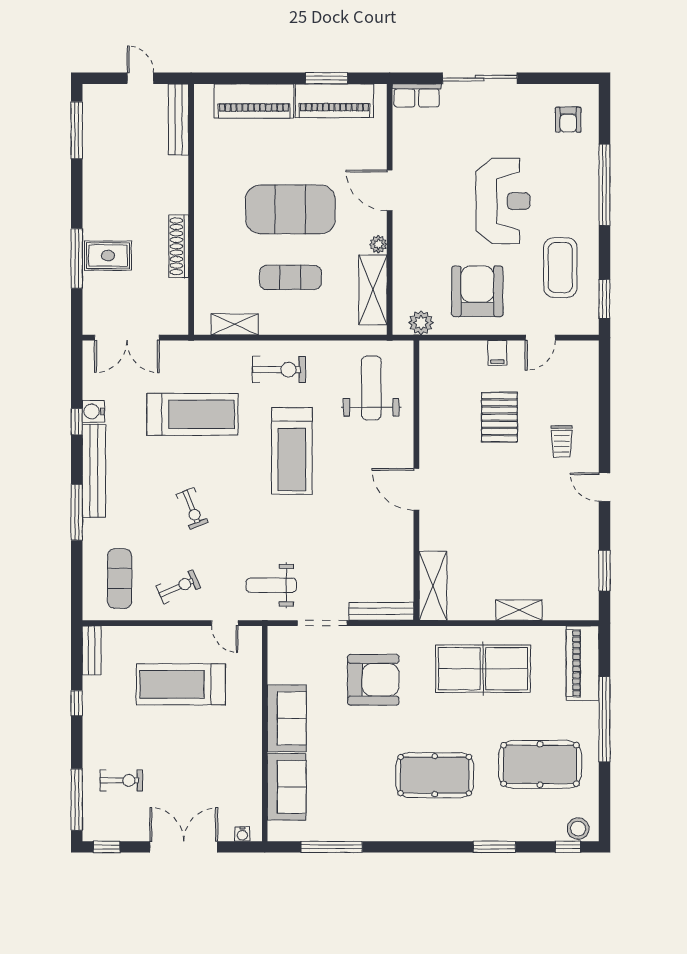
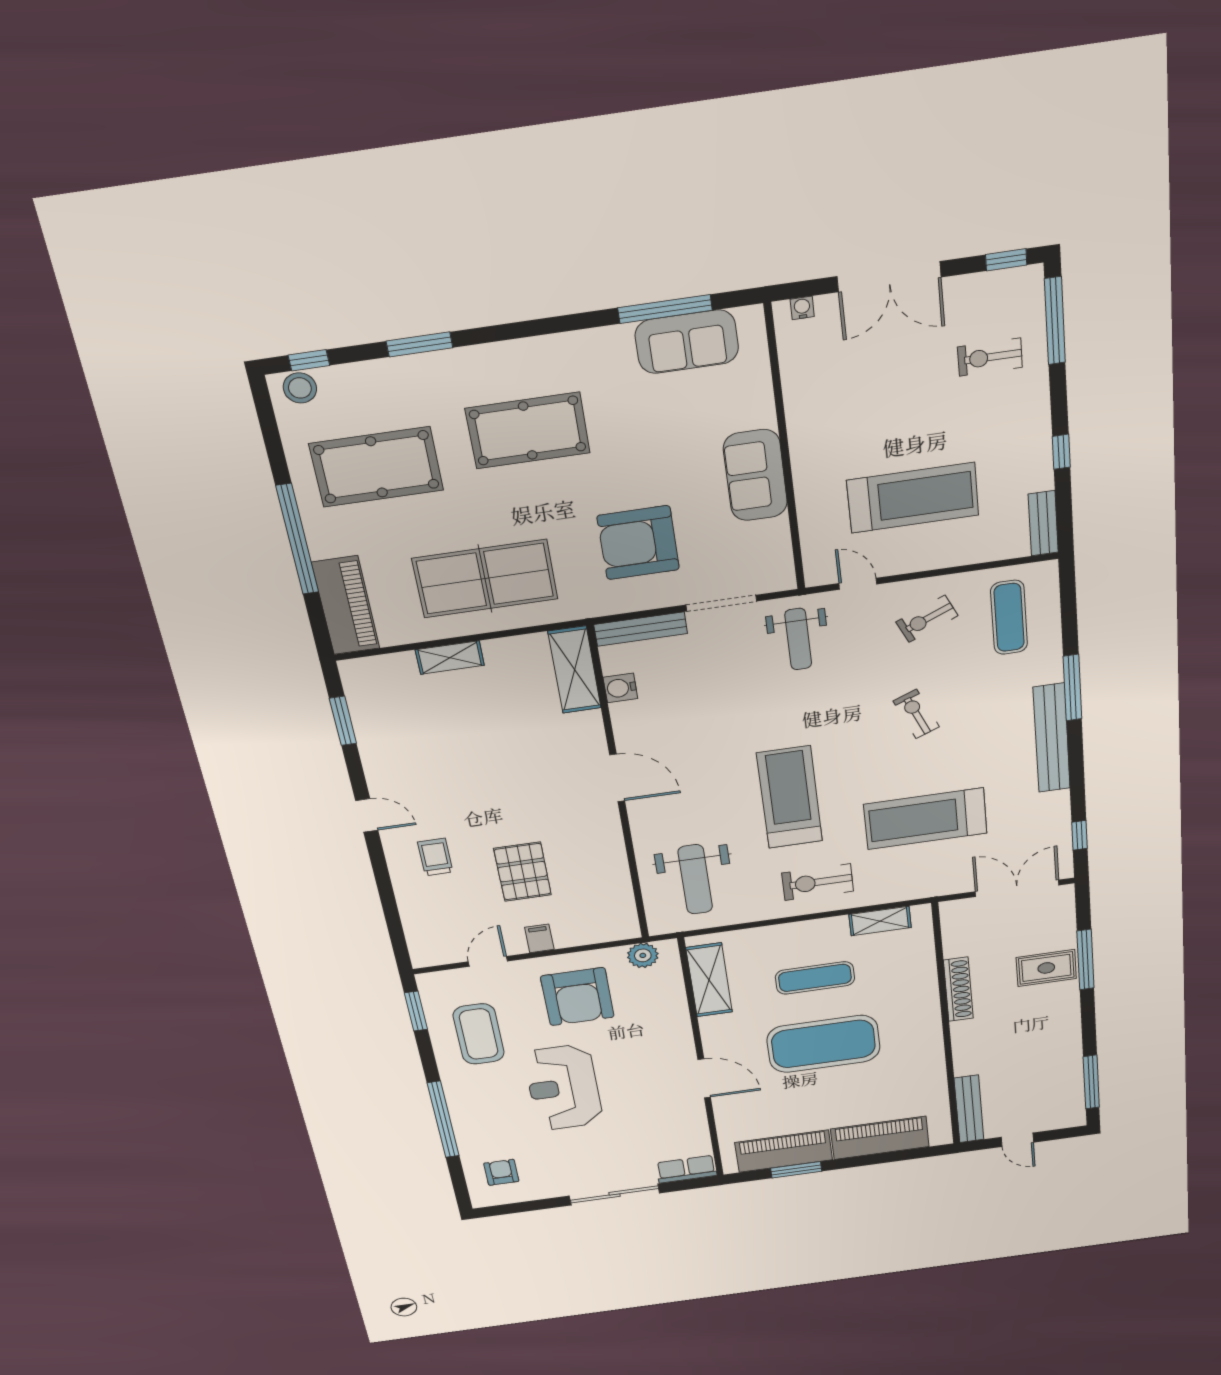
plant: (378, 244) -> (710, 1025), removed
water cooler: (93, 411) -> (620, 688), moved, turned 180
window: (77, 422) -> (1080, 835), moved
weight bench: (271, 585) -> (798, 639), turned 90
sofa: (287, 787) -> (687, 342), moved, turned -90

